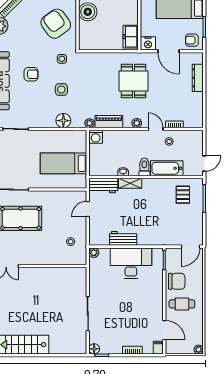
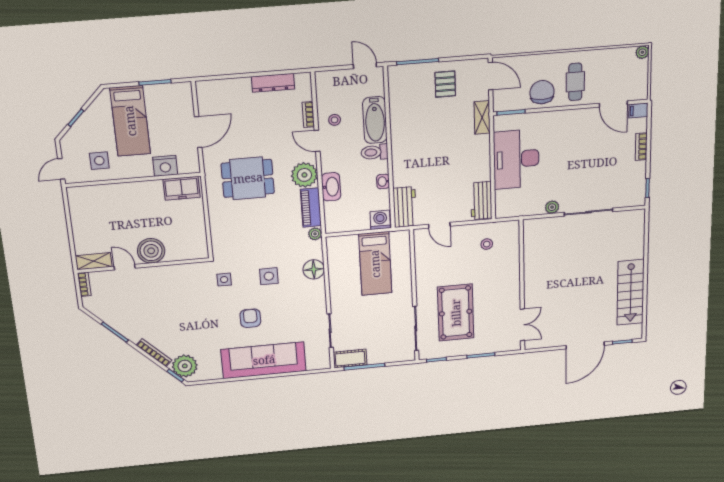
armchair: (56, 24) -> (174, 292), removed
armchair: (192, 40) -> (178, 99), removed
nightstand: (148, 43) -> (165, 166), moved, turned 90
dresser: (198, 78) -> (273, 83), moved
plant: (137, 123) -> (304, 175), width x1.88, depth x1.88
door: (156, 129) -> (317, 141), hinge flipped
washbasin: (123, 136) -> (331, 187), added
washing machine: (96, 137) -> (380, 220), moved, turned -90
shelving: (130, 183) -> (482, 117), moved
pallet: (183, 195) -> (445, 84), moved, turned 90
workbench: (123, 238) -> (481, 201), moved
plant: (94, 253) -> (552, 207), moved
door: (164, 330) -> (613, 104), swing flipped
floor lamp: (94, 349) -> (638, 199), removed

